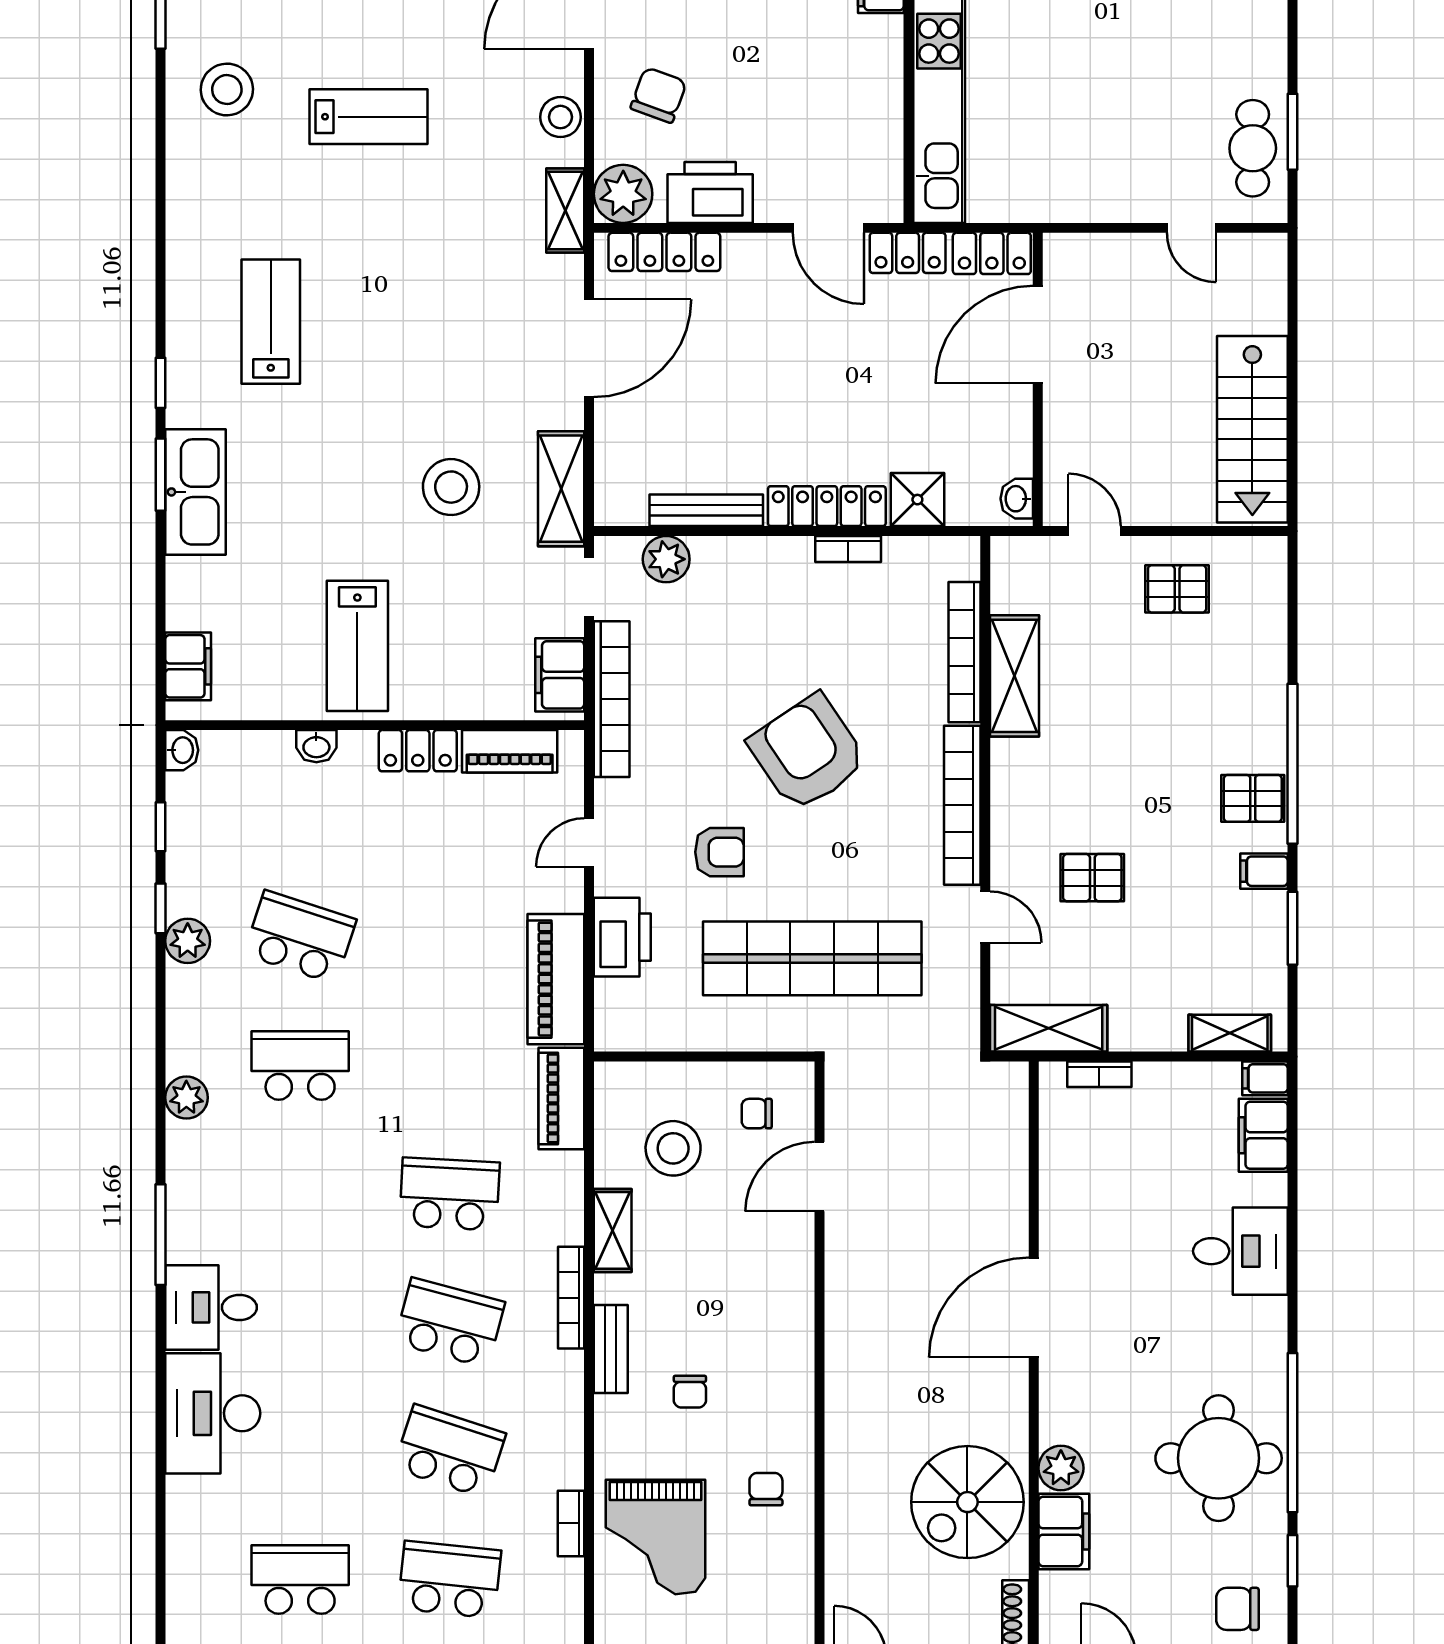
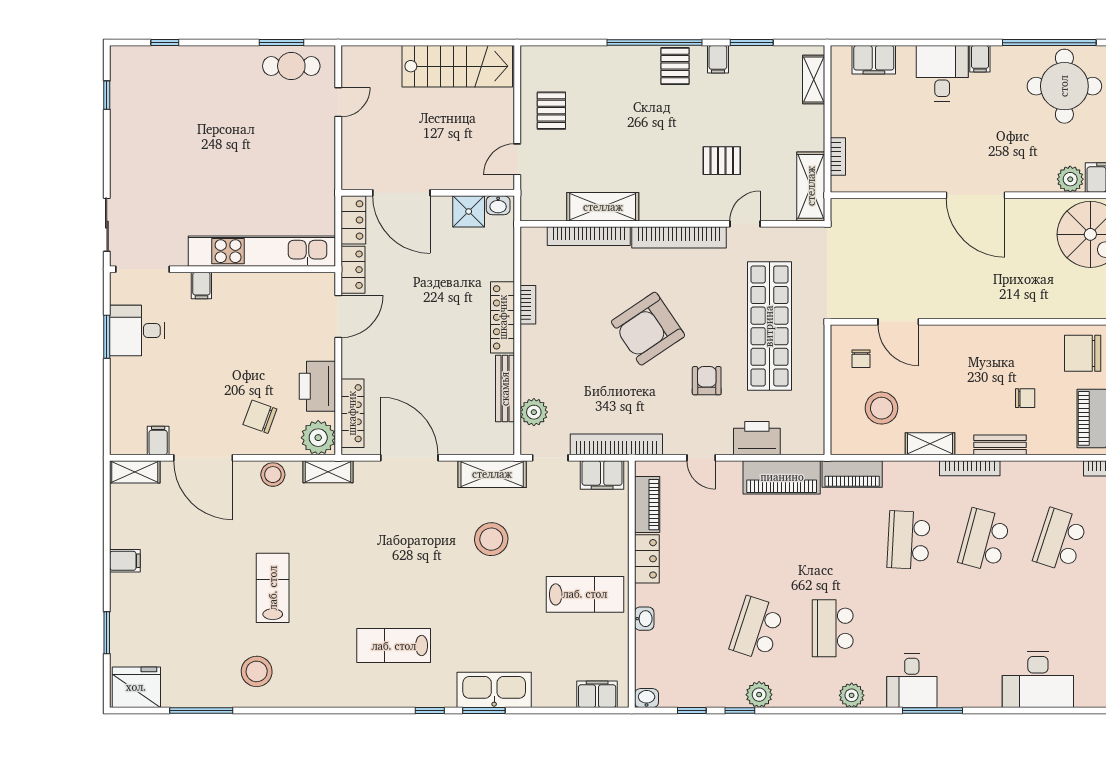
shower: (917, 500) -> (469, 211), moved
pallet: (1092, 878) -> (722, 161), turned 90
filing cabinet: (1265, 1078) -> (980, 59), moved
desk: (211, 1307) -> (912, 681), moved
chair: (766, 1489) -> (1083, 353), width x1.87, depth x1.87

